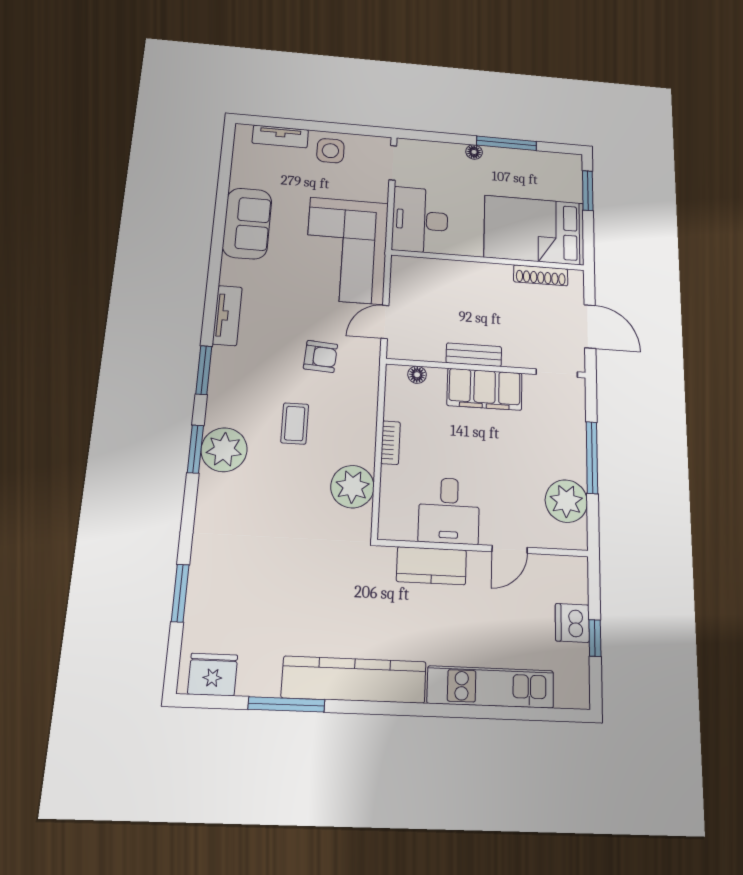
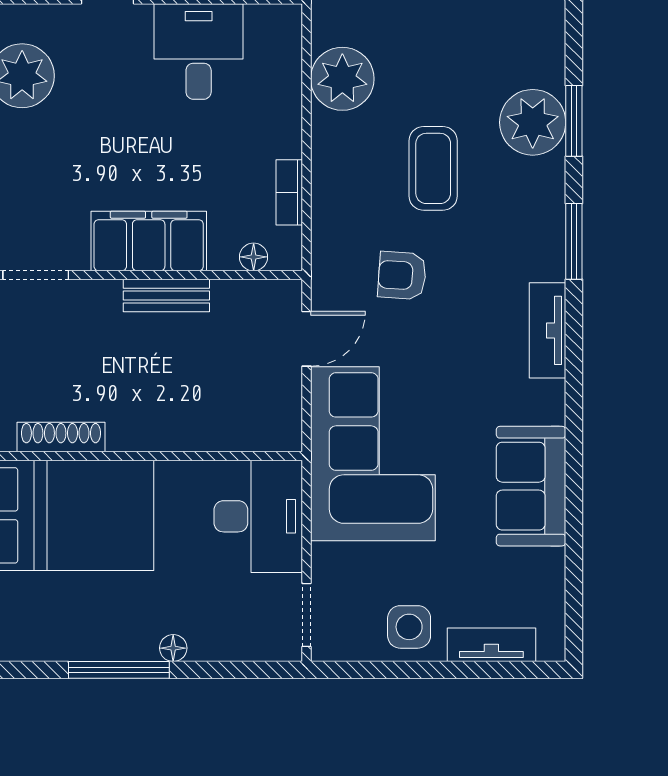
coffee table: (295, 423) -> (433, 168), width x1.36, depth x1.30
bookcase: (390, 443) -> (289, 192), moved

